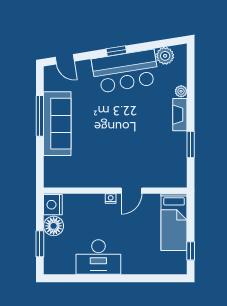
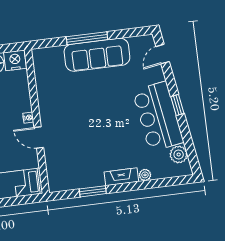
window: (40, 116) -> (87, 38), moved

